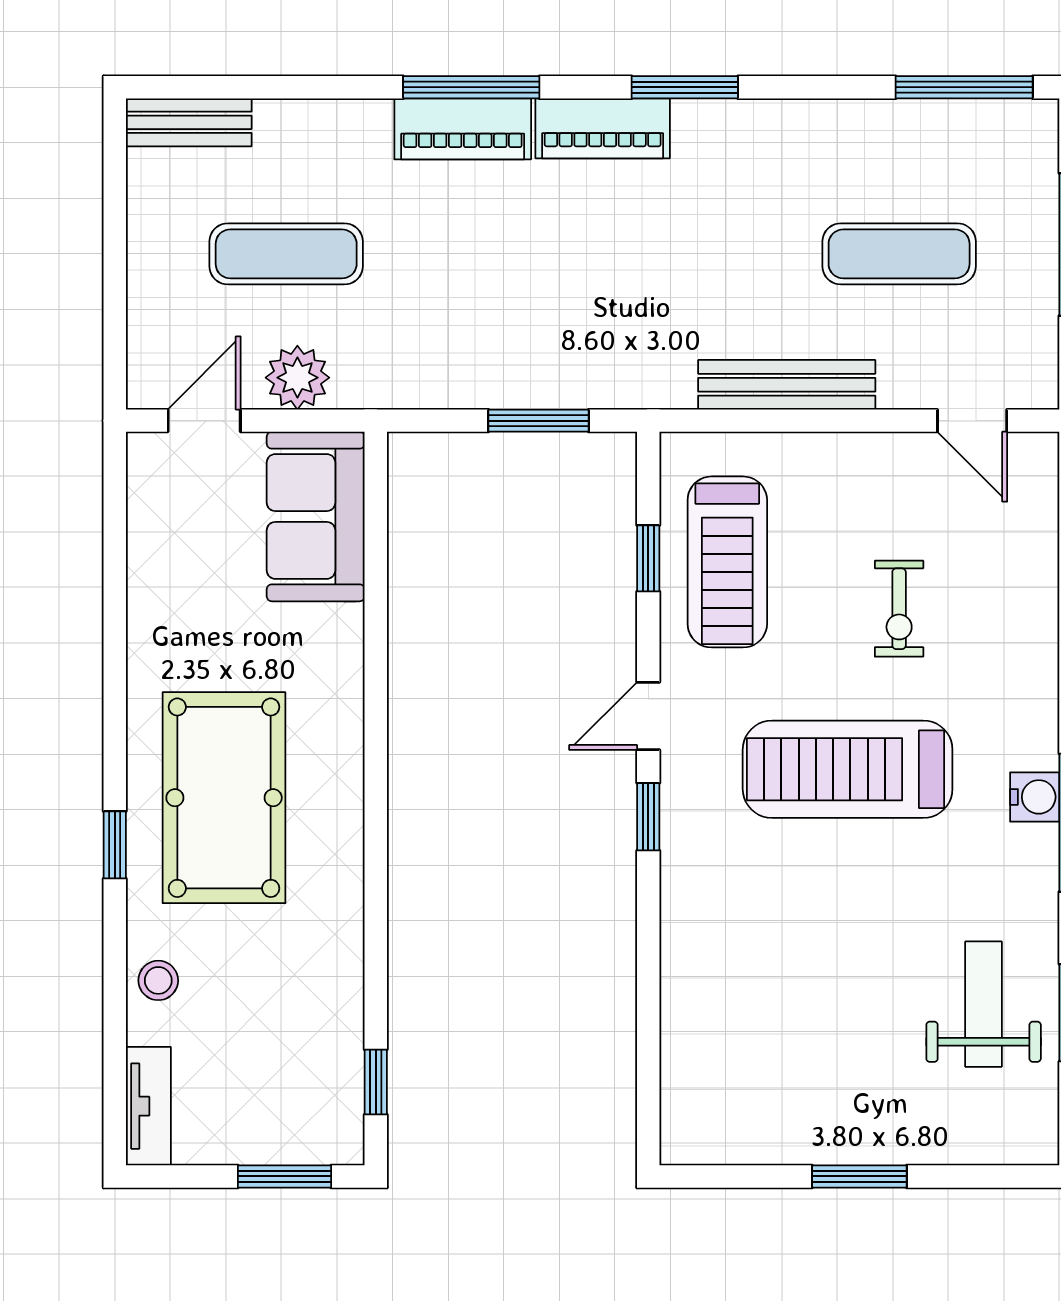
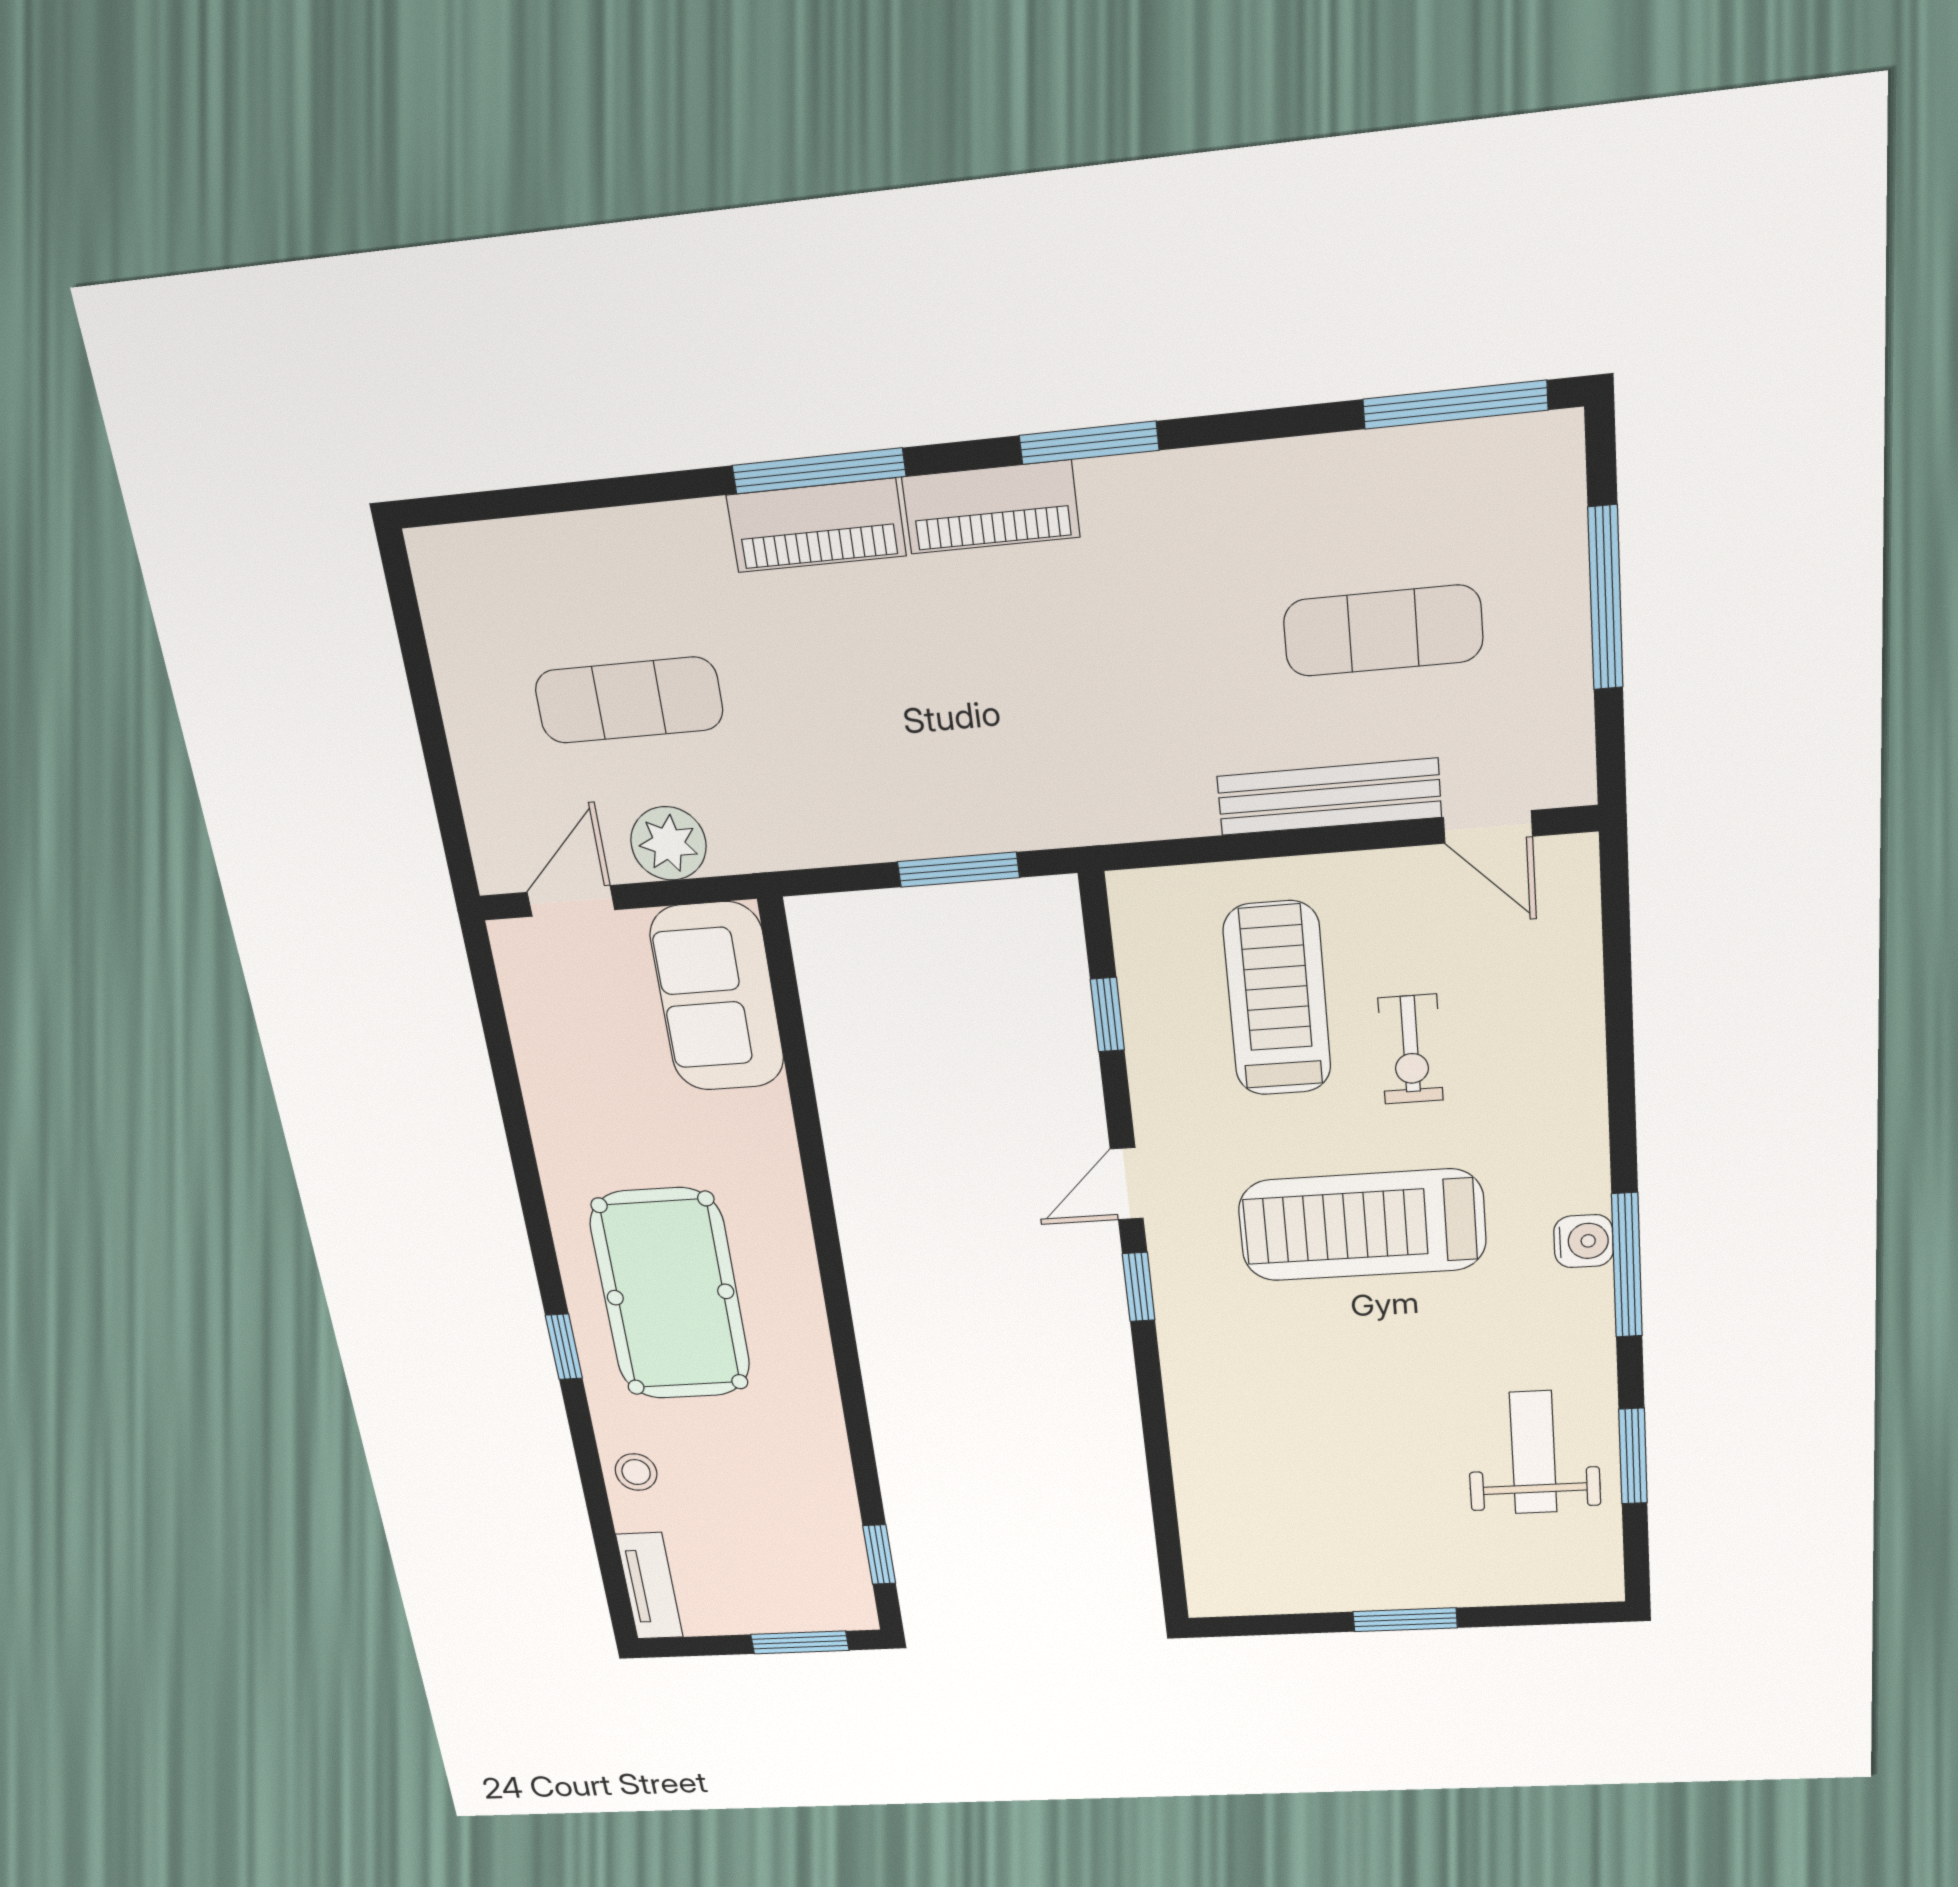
bench: (189, 122) -> (483, 551), removed
bench: (787, 385) -> (1329, 797), moved
treadmill: (727, 562) -> (1277, 999), moved, turned 180

